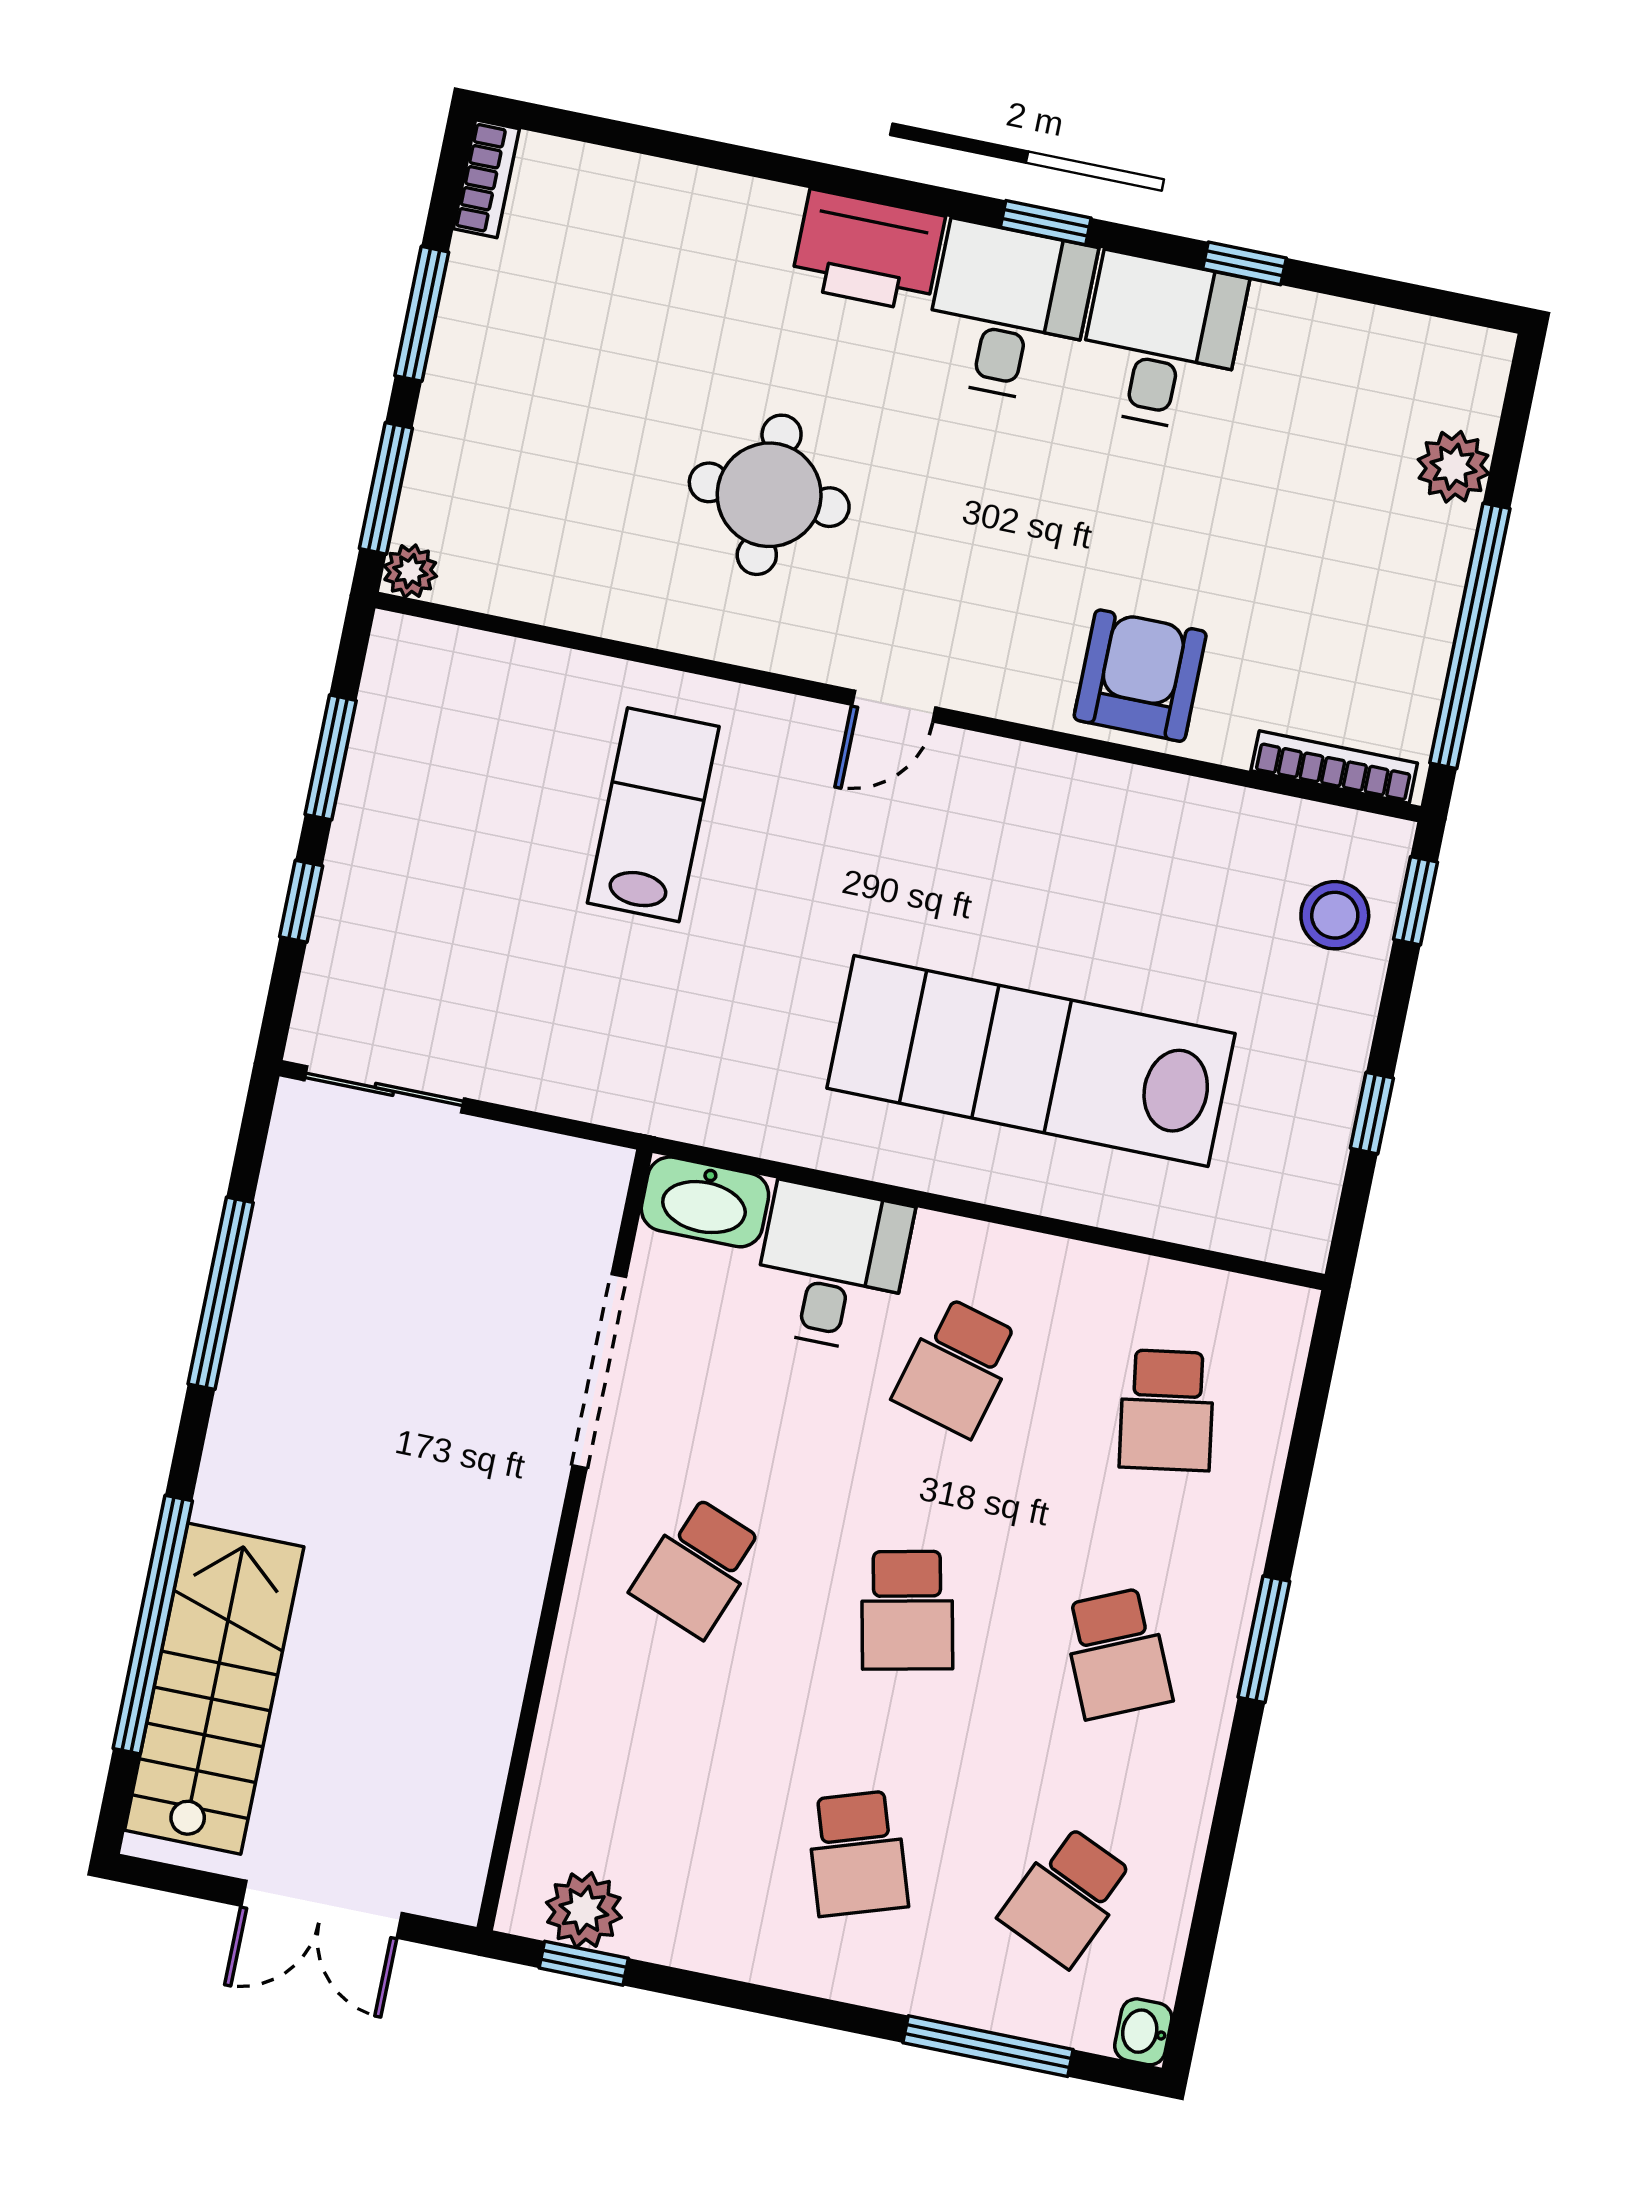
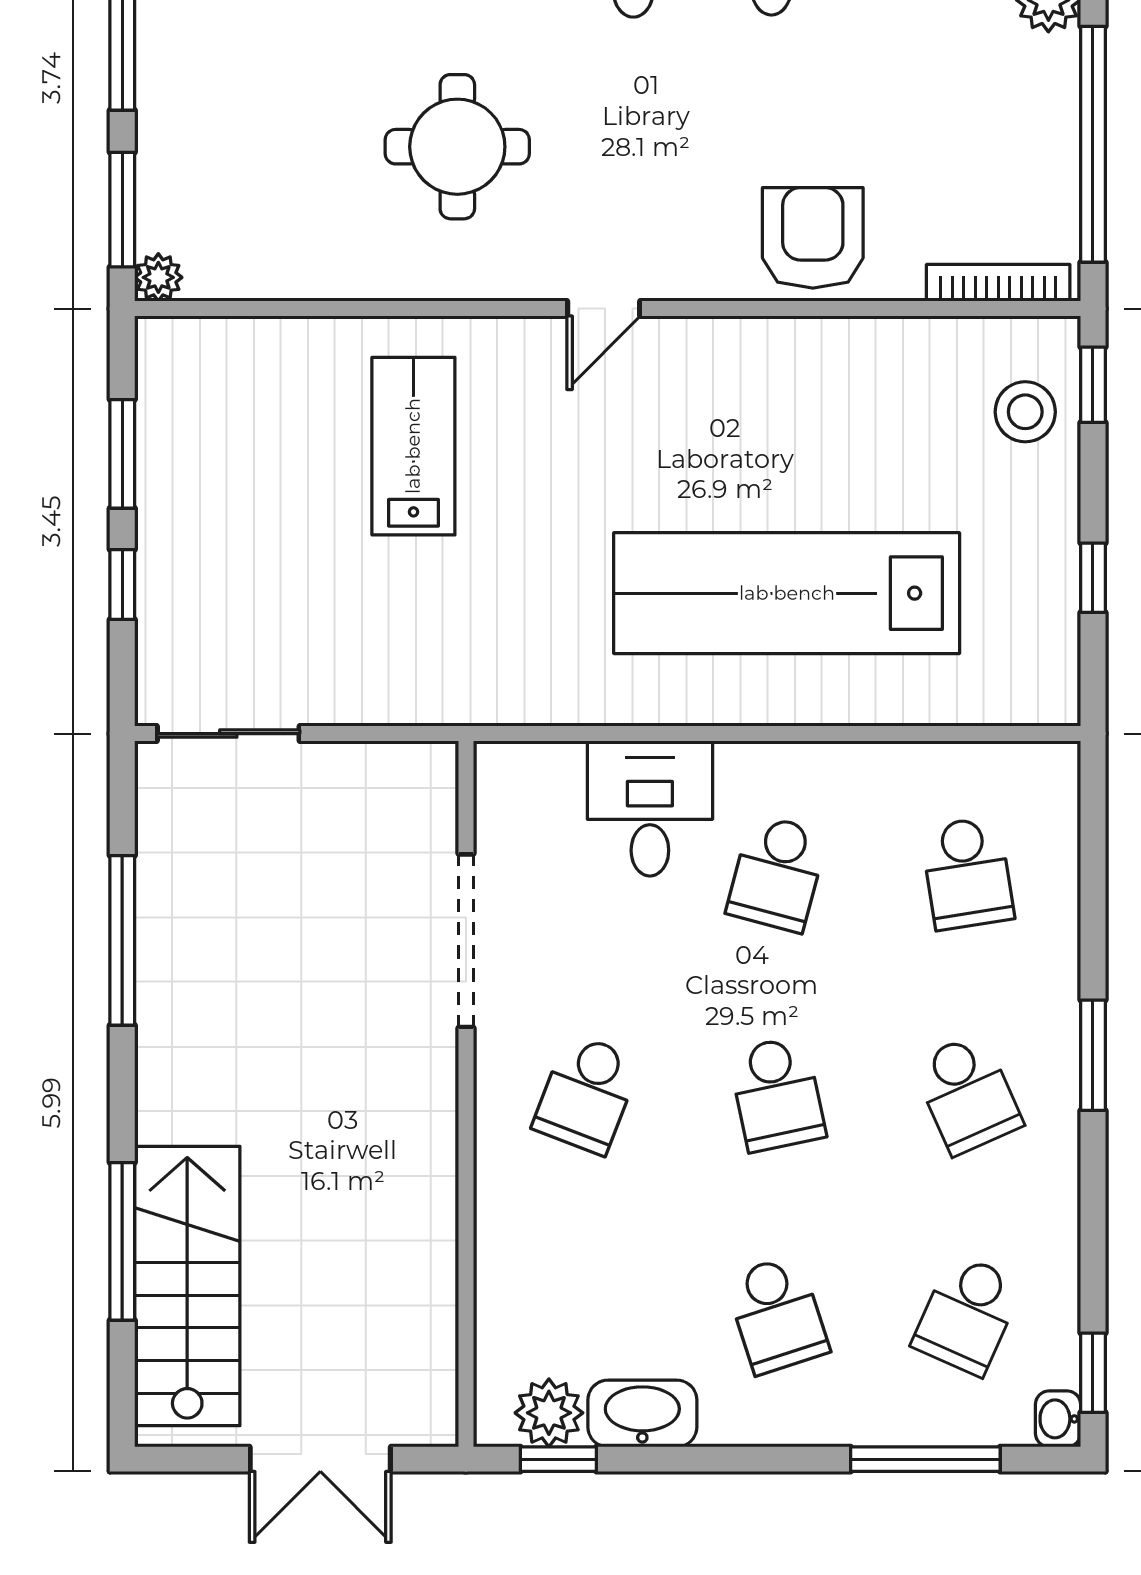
washbasin: (705, 1202) -> (642, 1414), moved, turned 180
window: (153, 1625) -> (122, 1241), width x0.68
window: (1192, 1989) -> (1093, 1373), added

